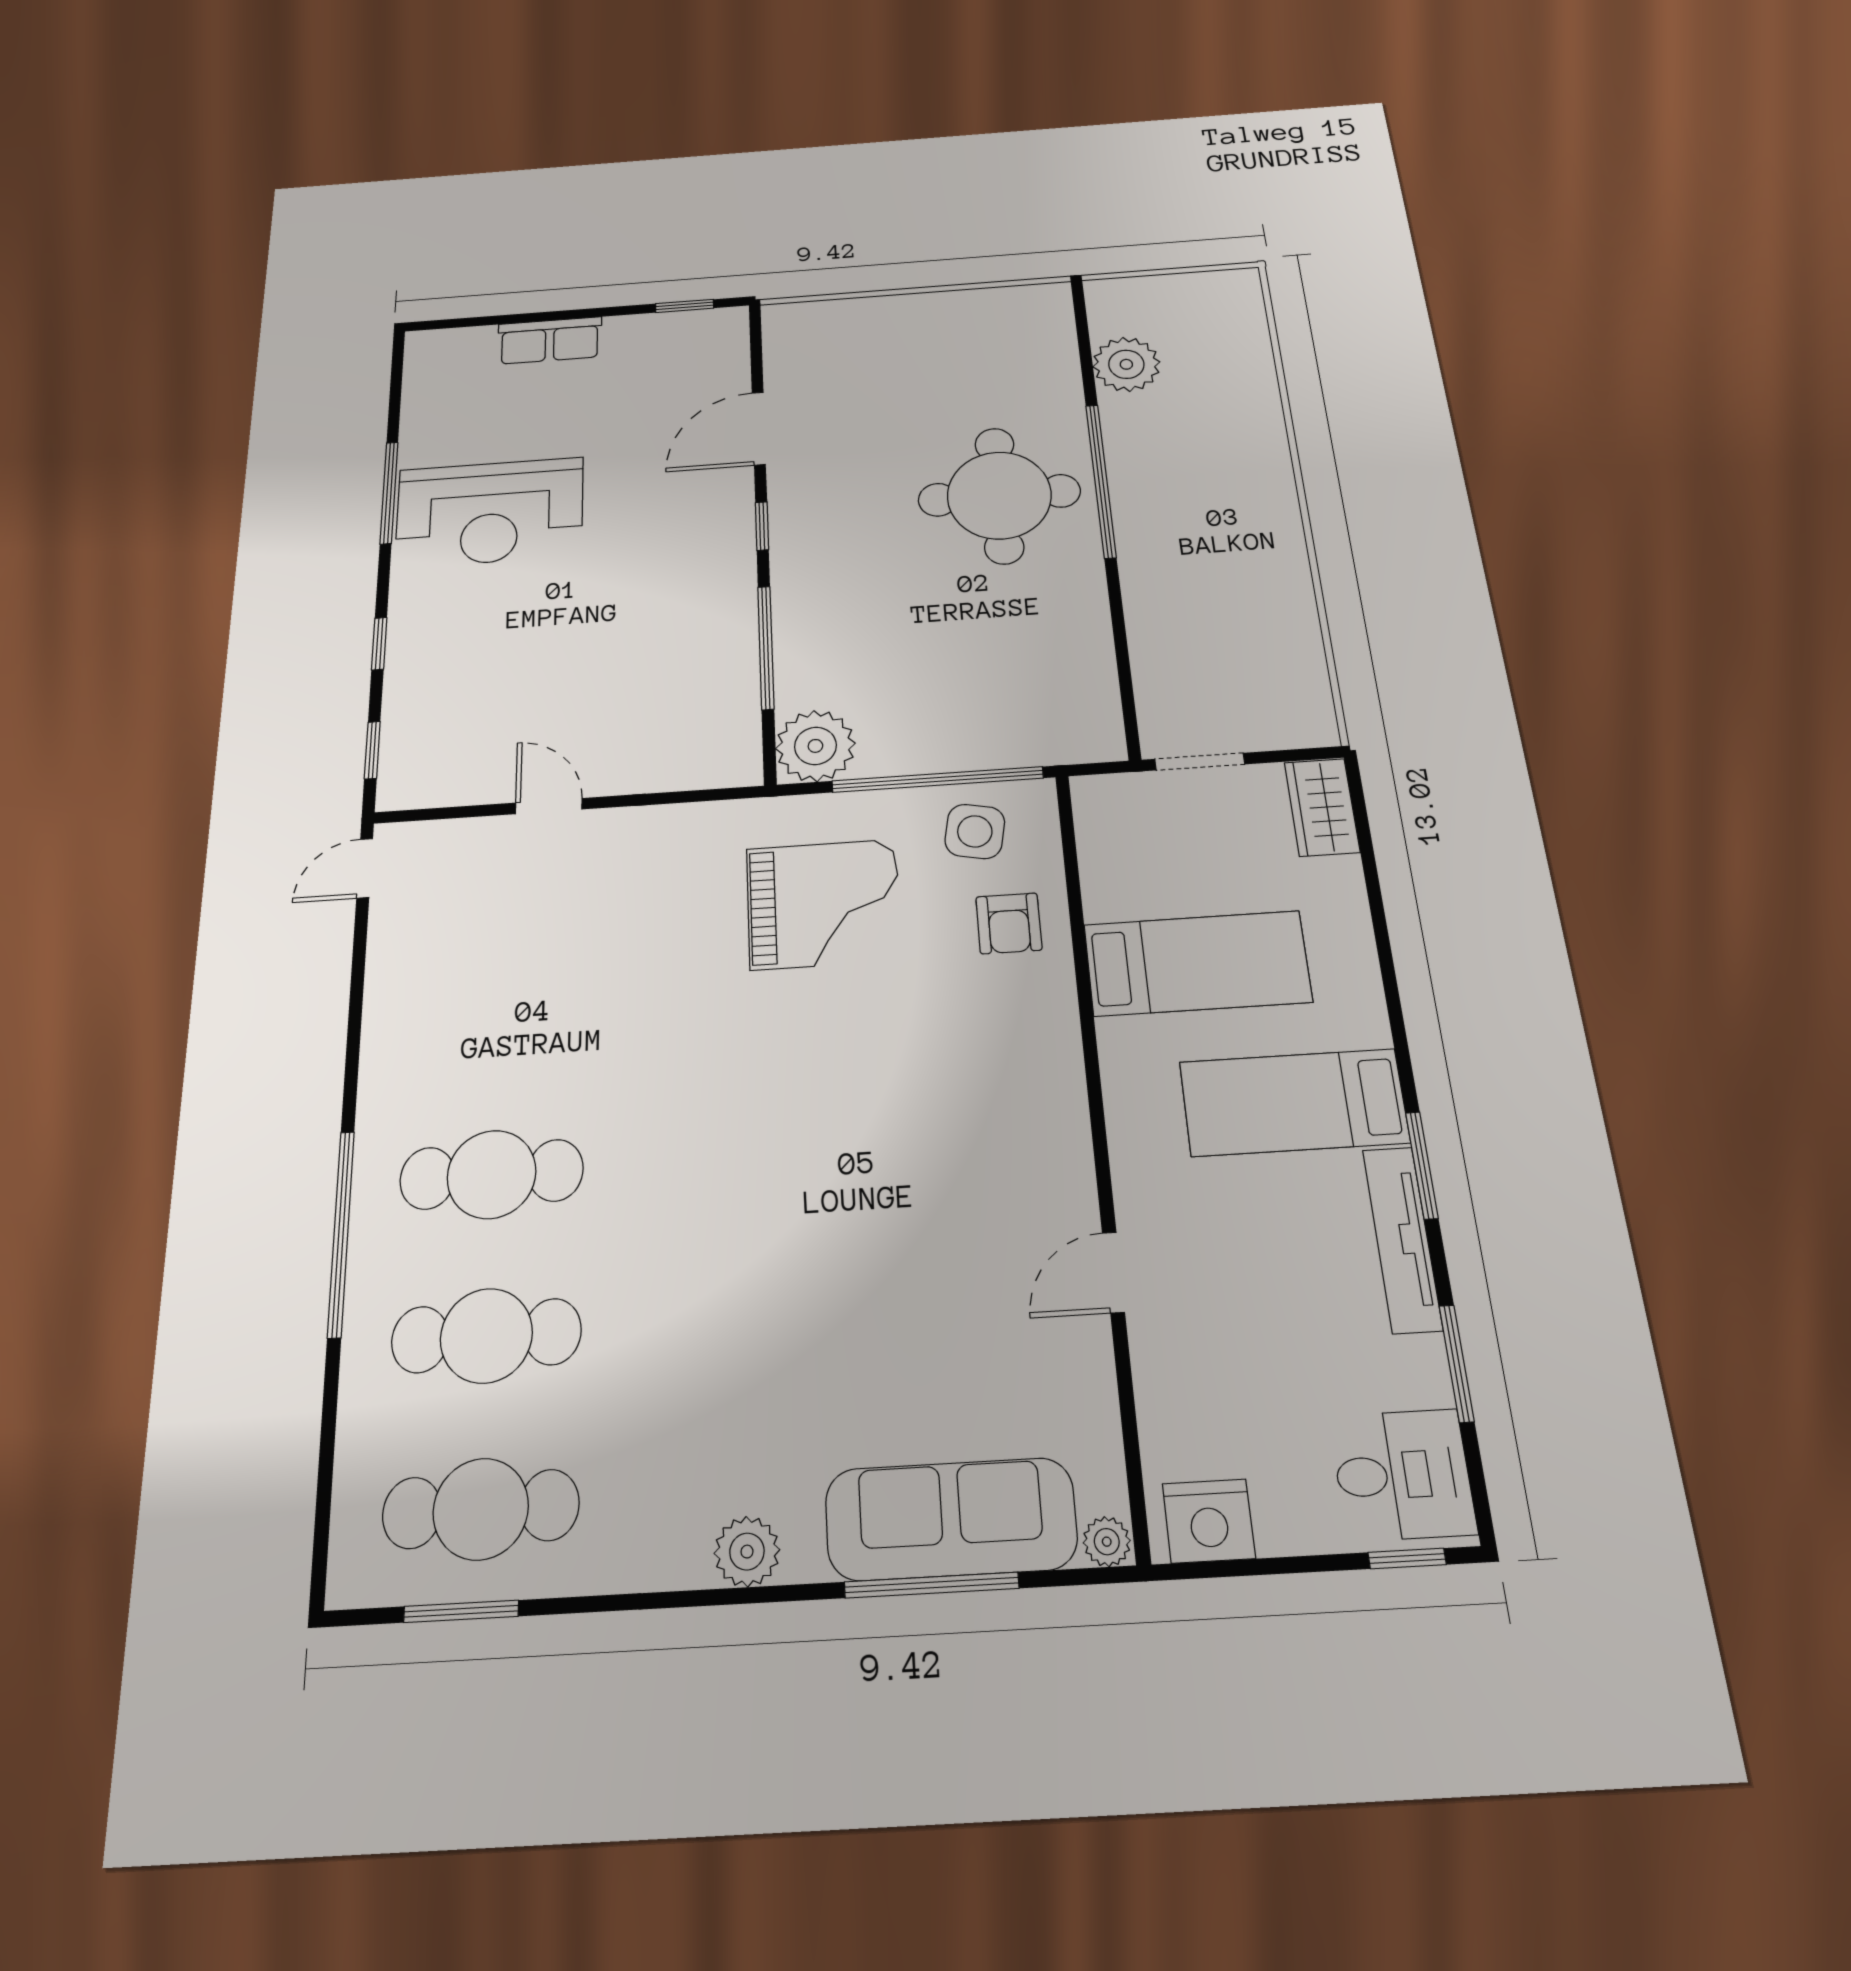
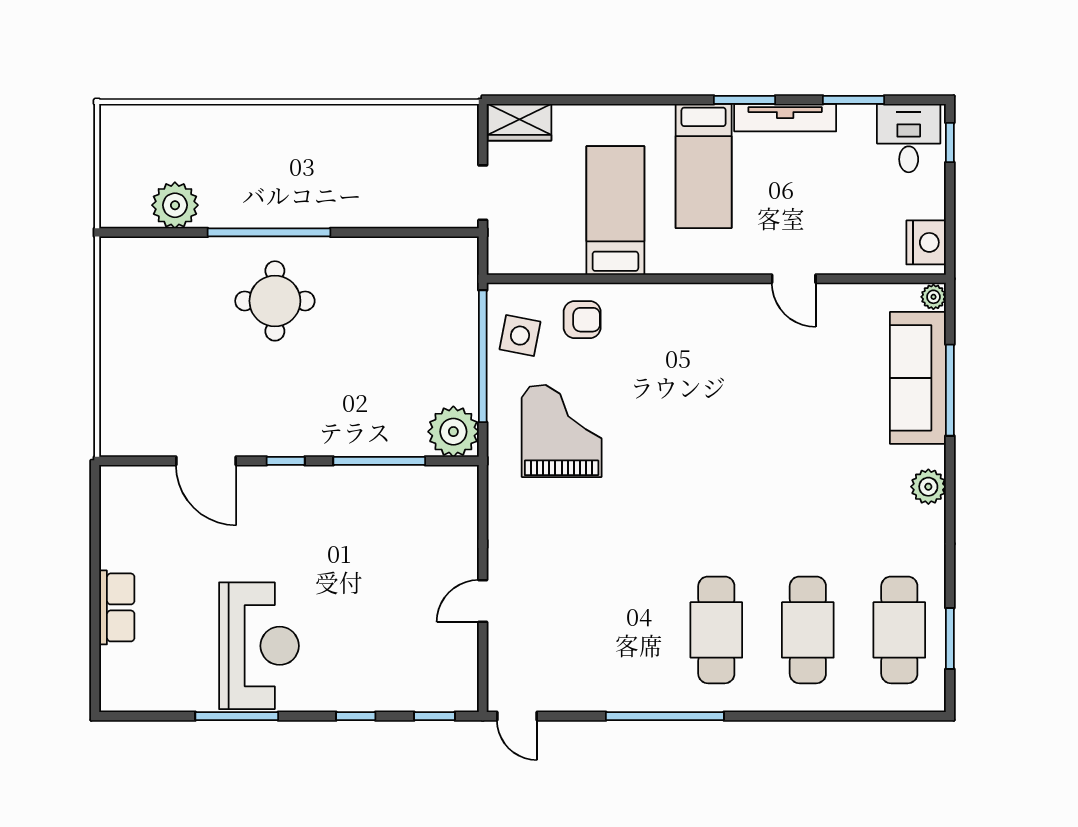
window: (685, 306) -> (95, 511), removed
round table: (999, 495) -> (275, 301), width x0.73, depth x0.73
window: (341, 1233) -> (665, 716), moved

